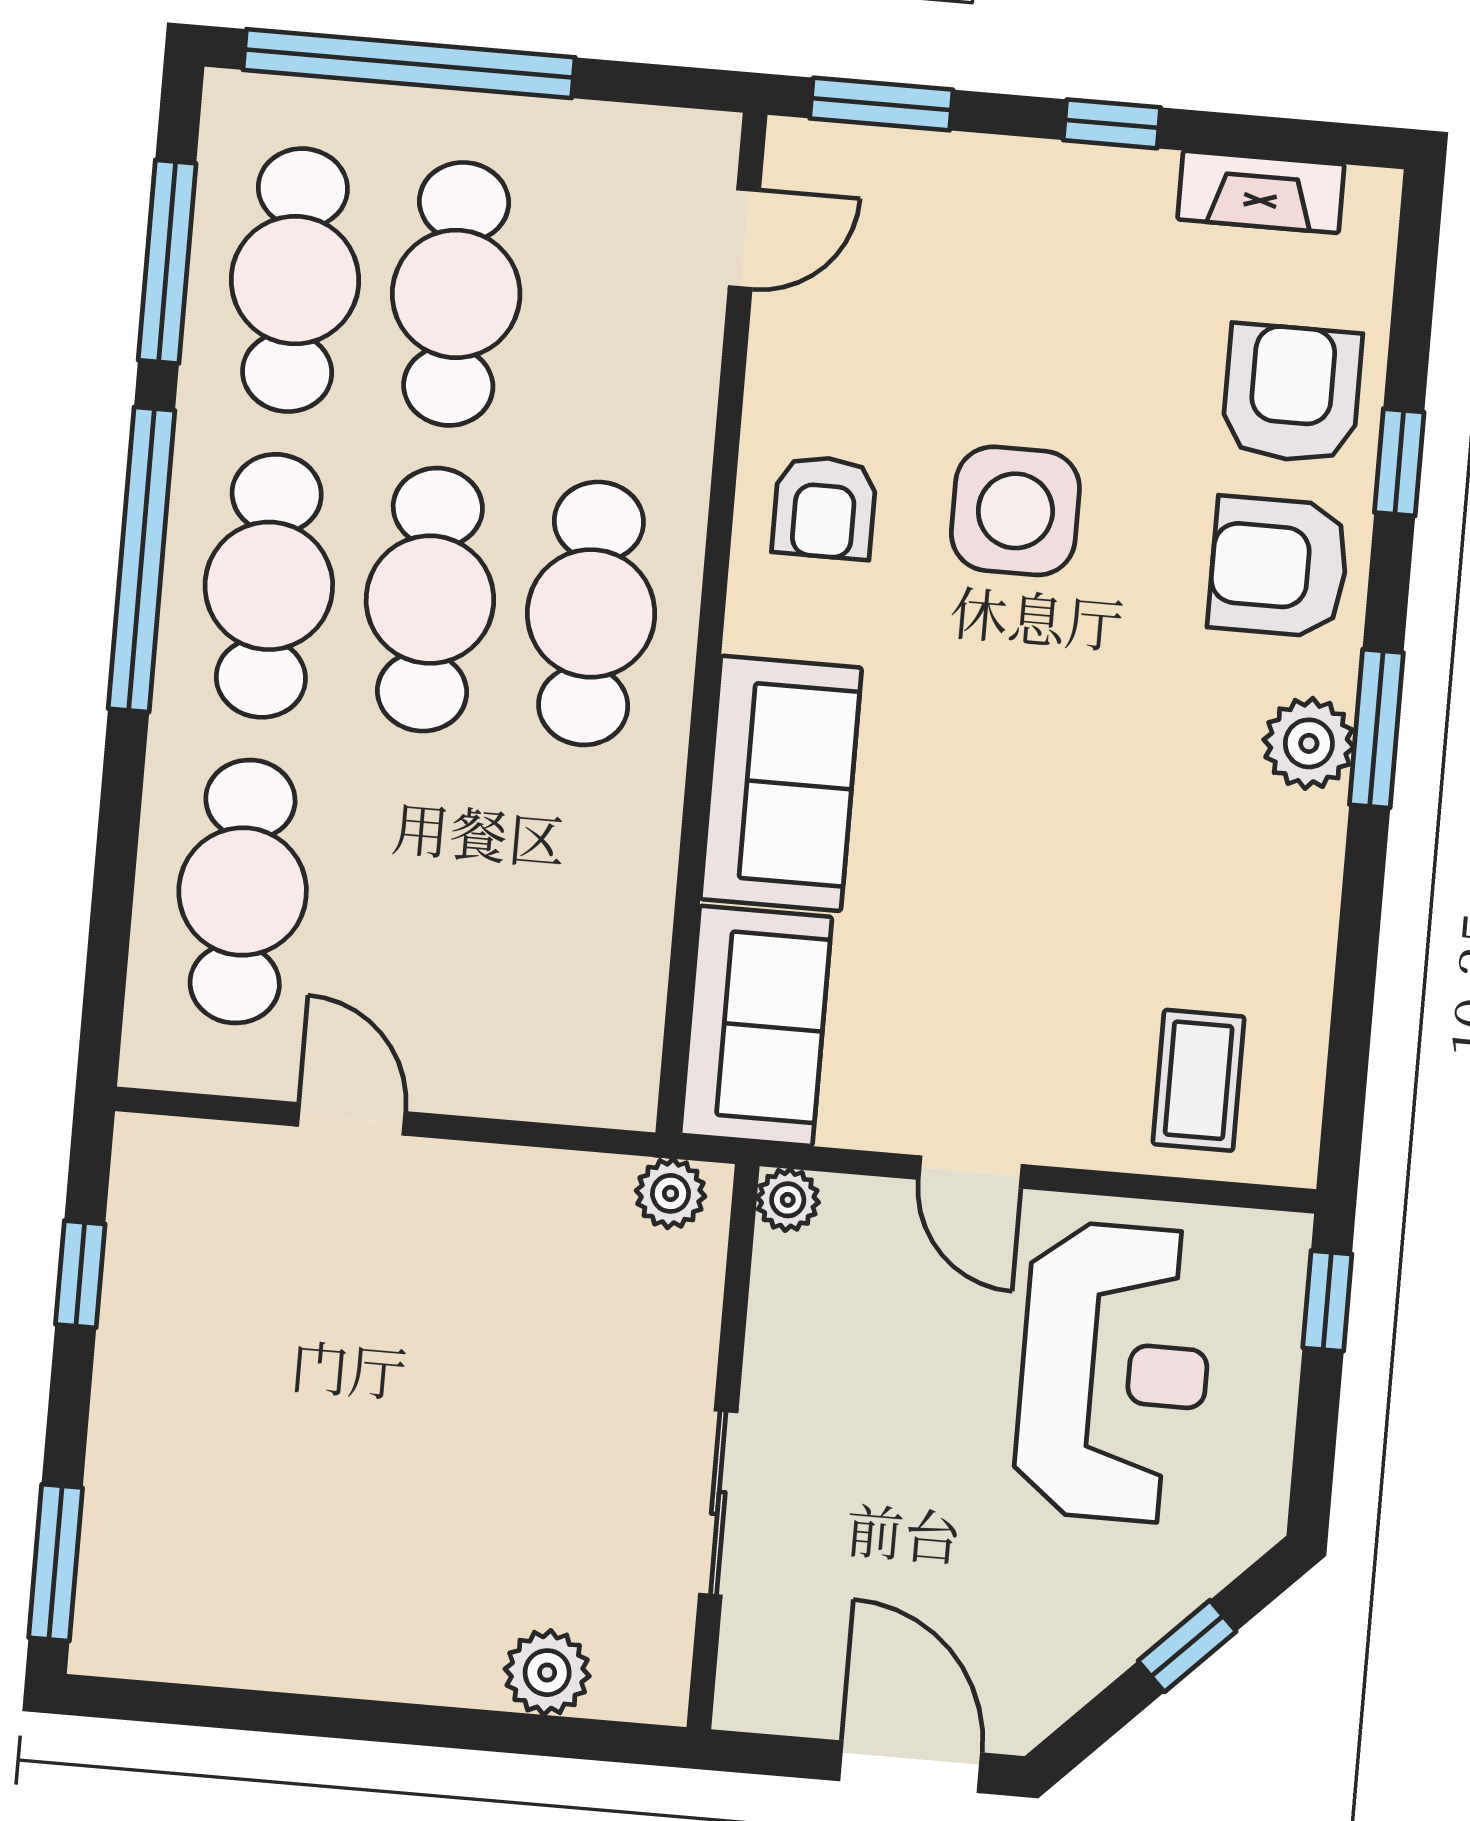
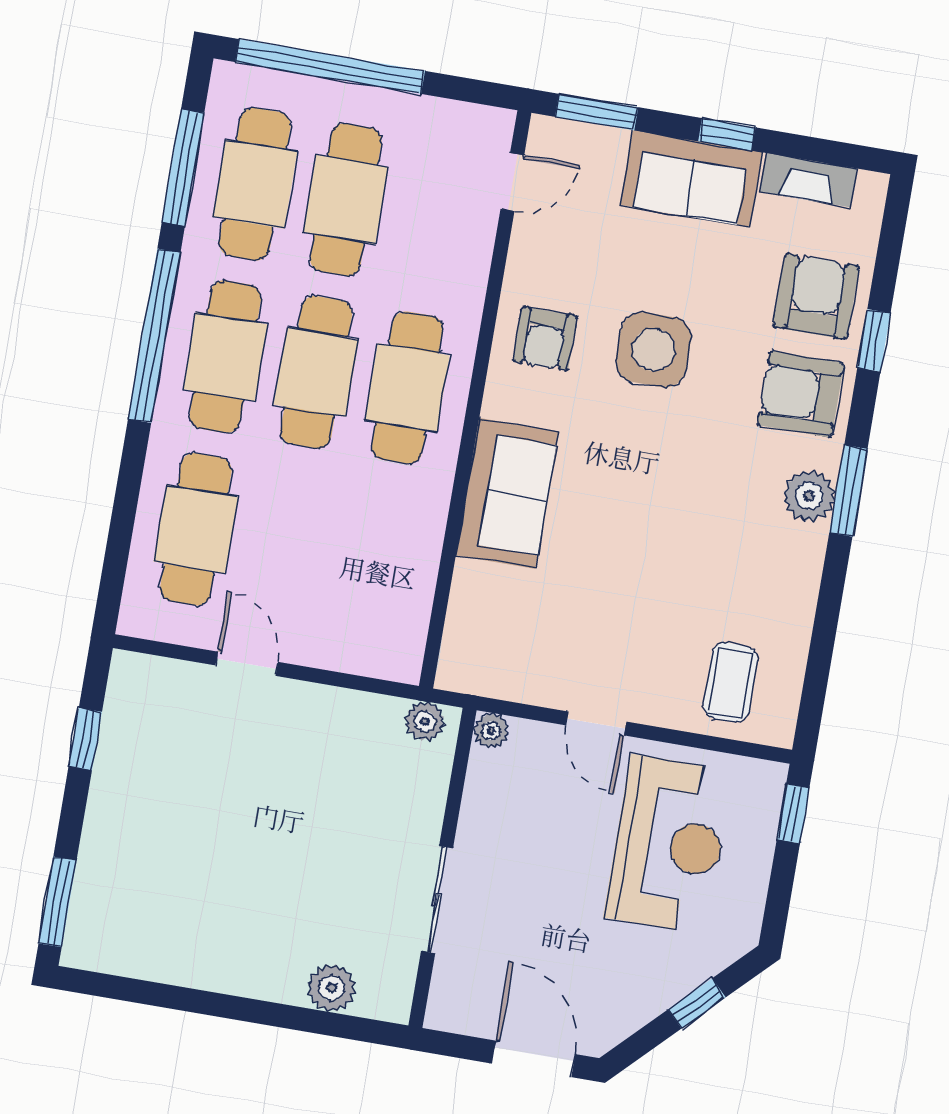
sofa: (756, 1026) -> (691, 179), moved, turned 90

